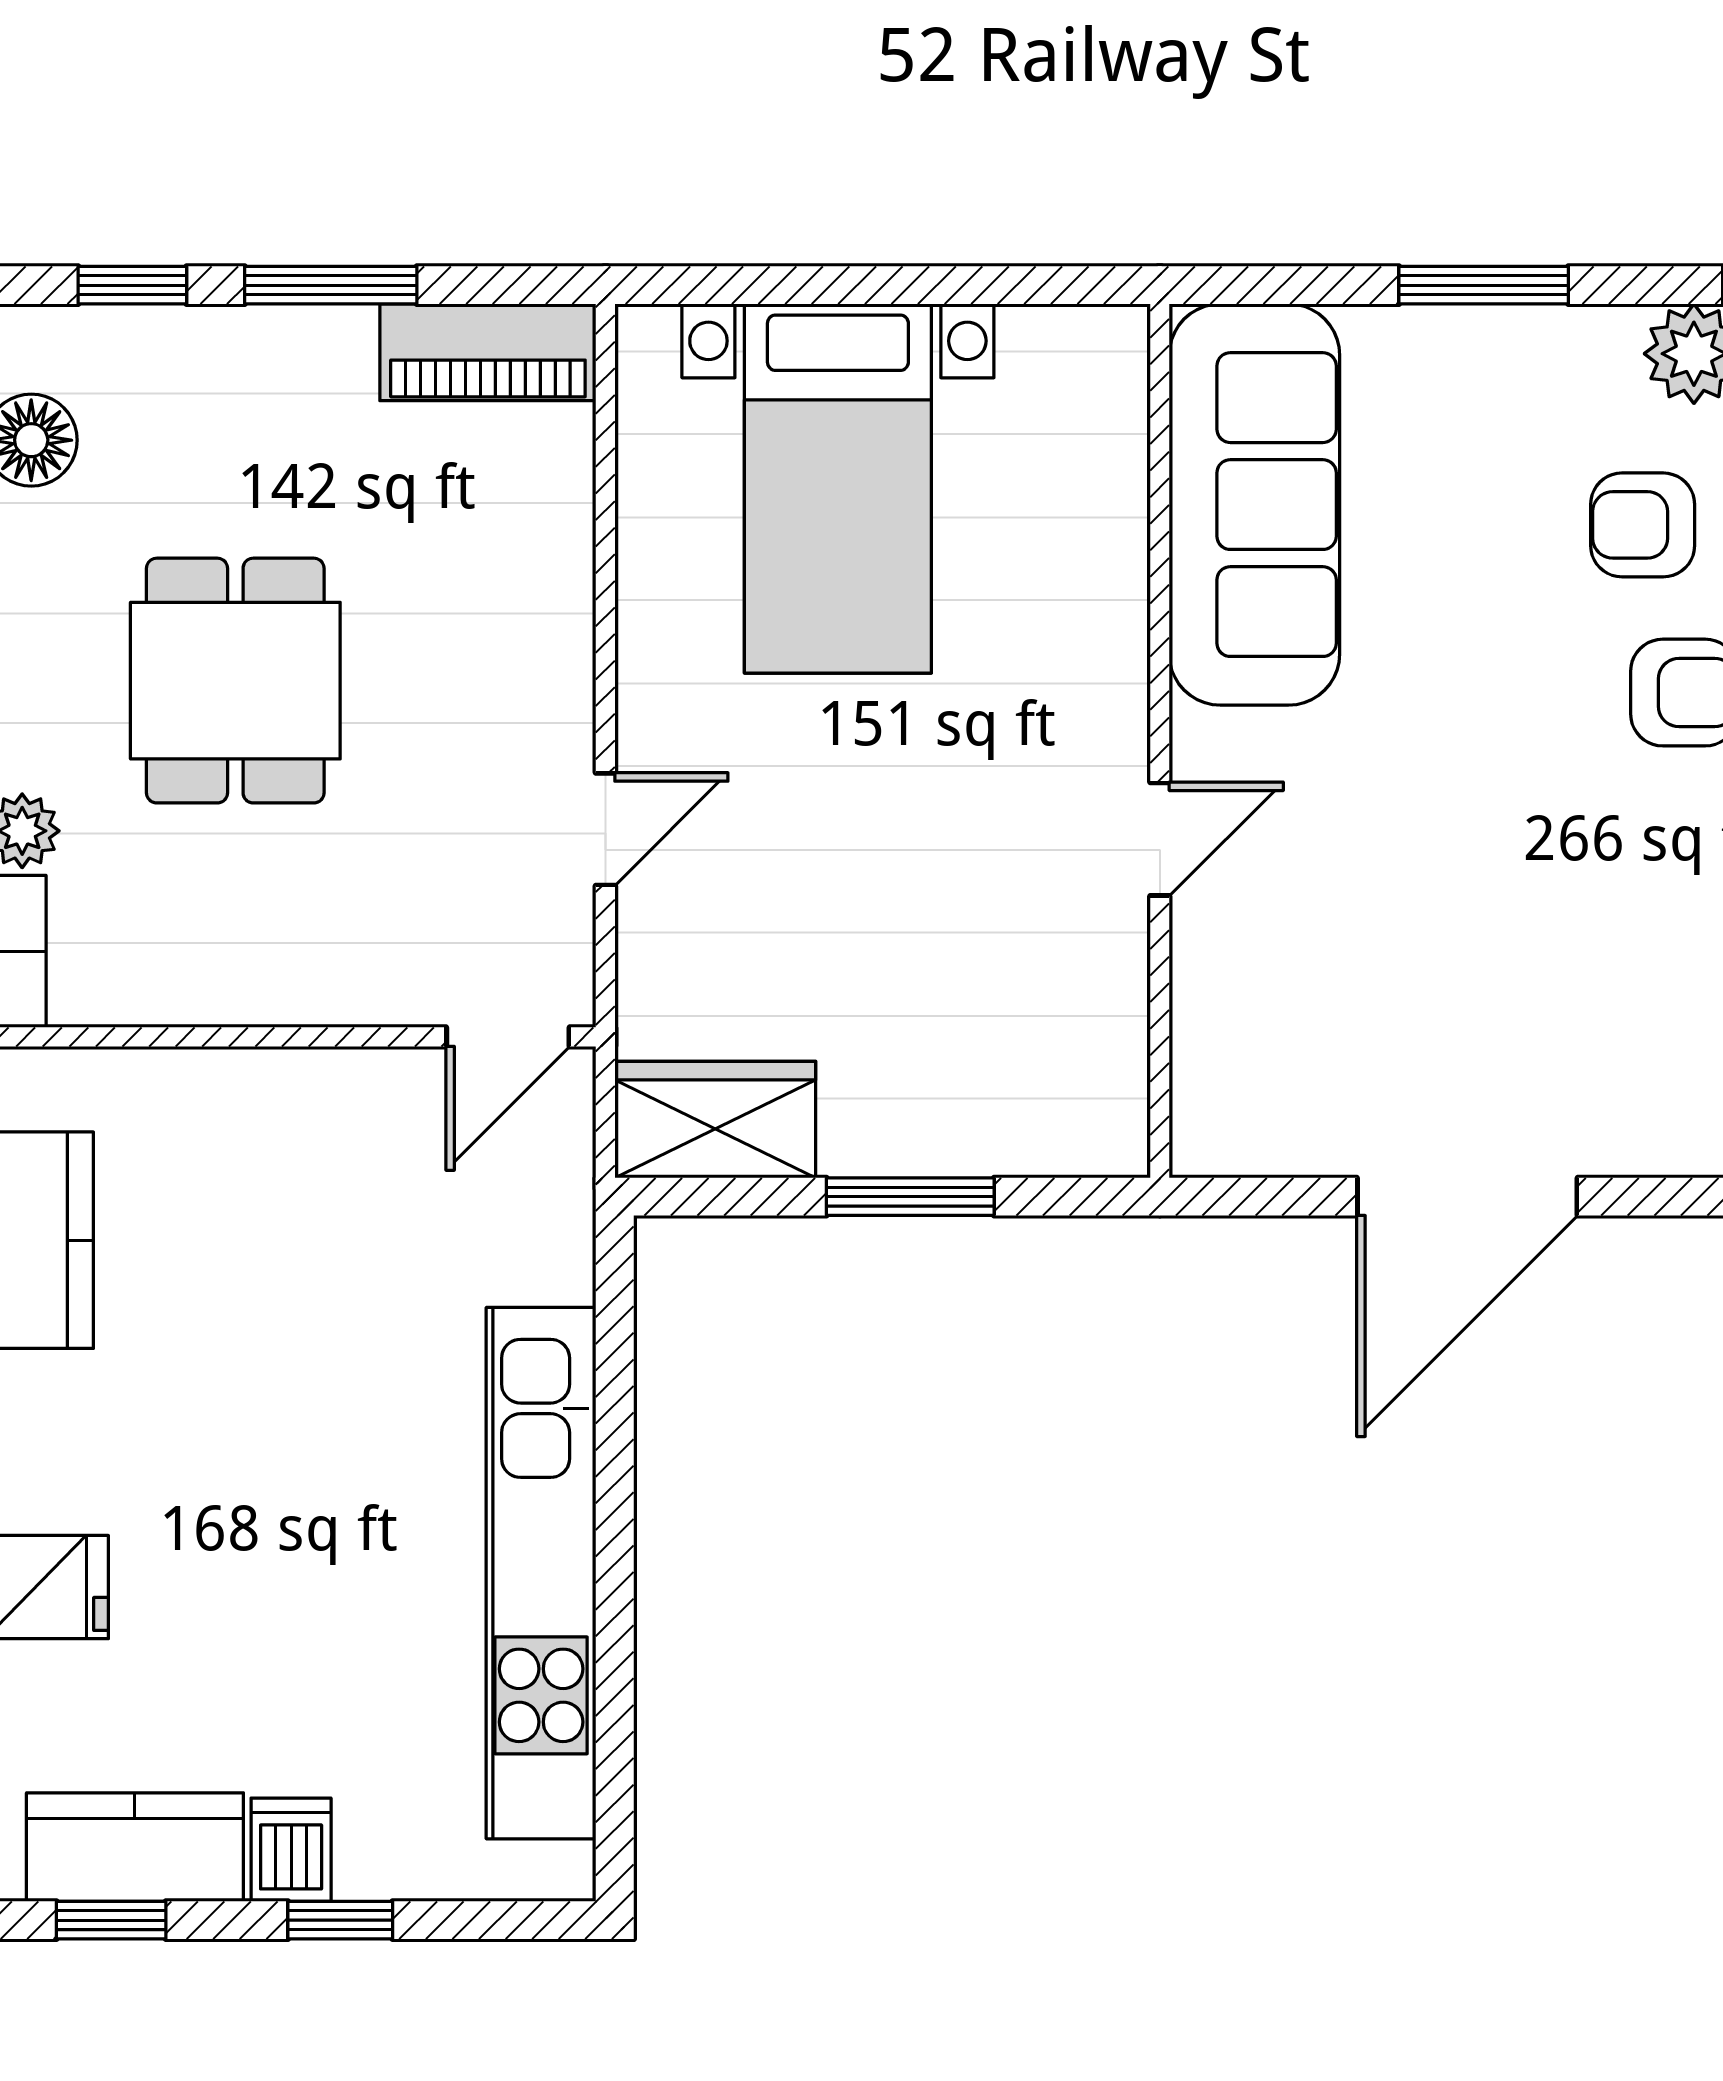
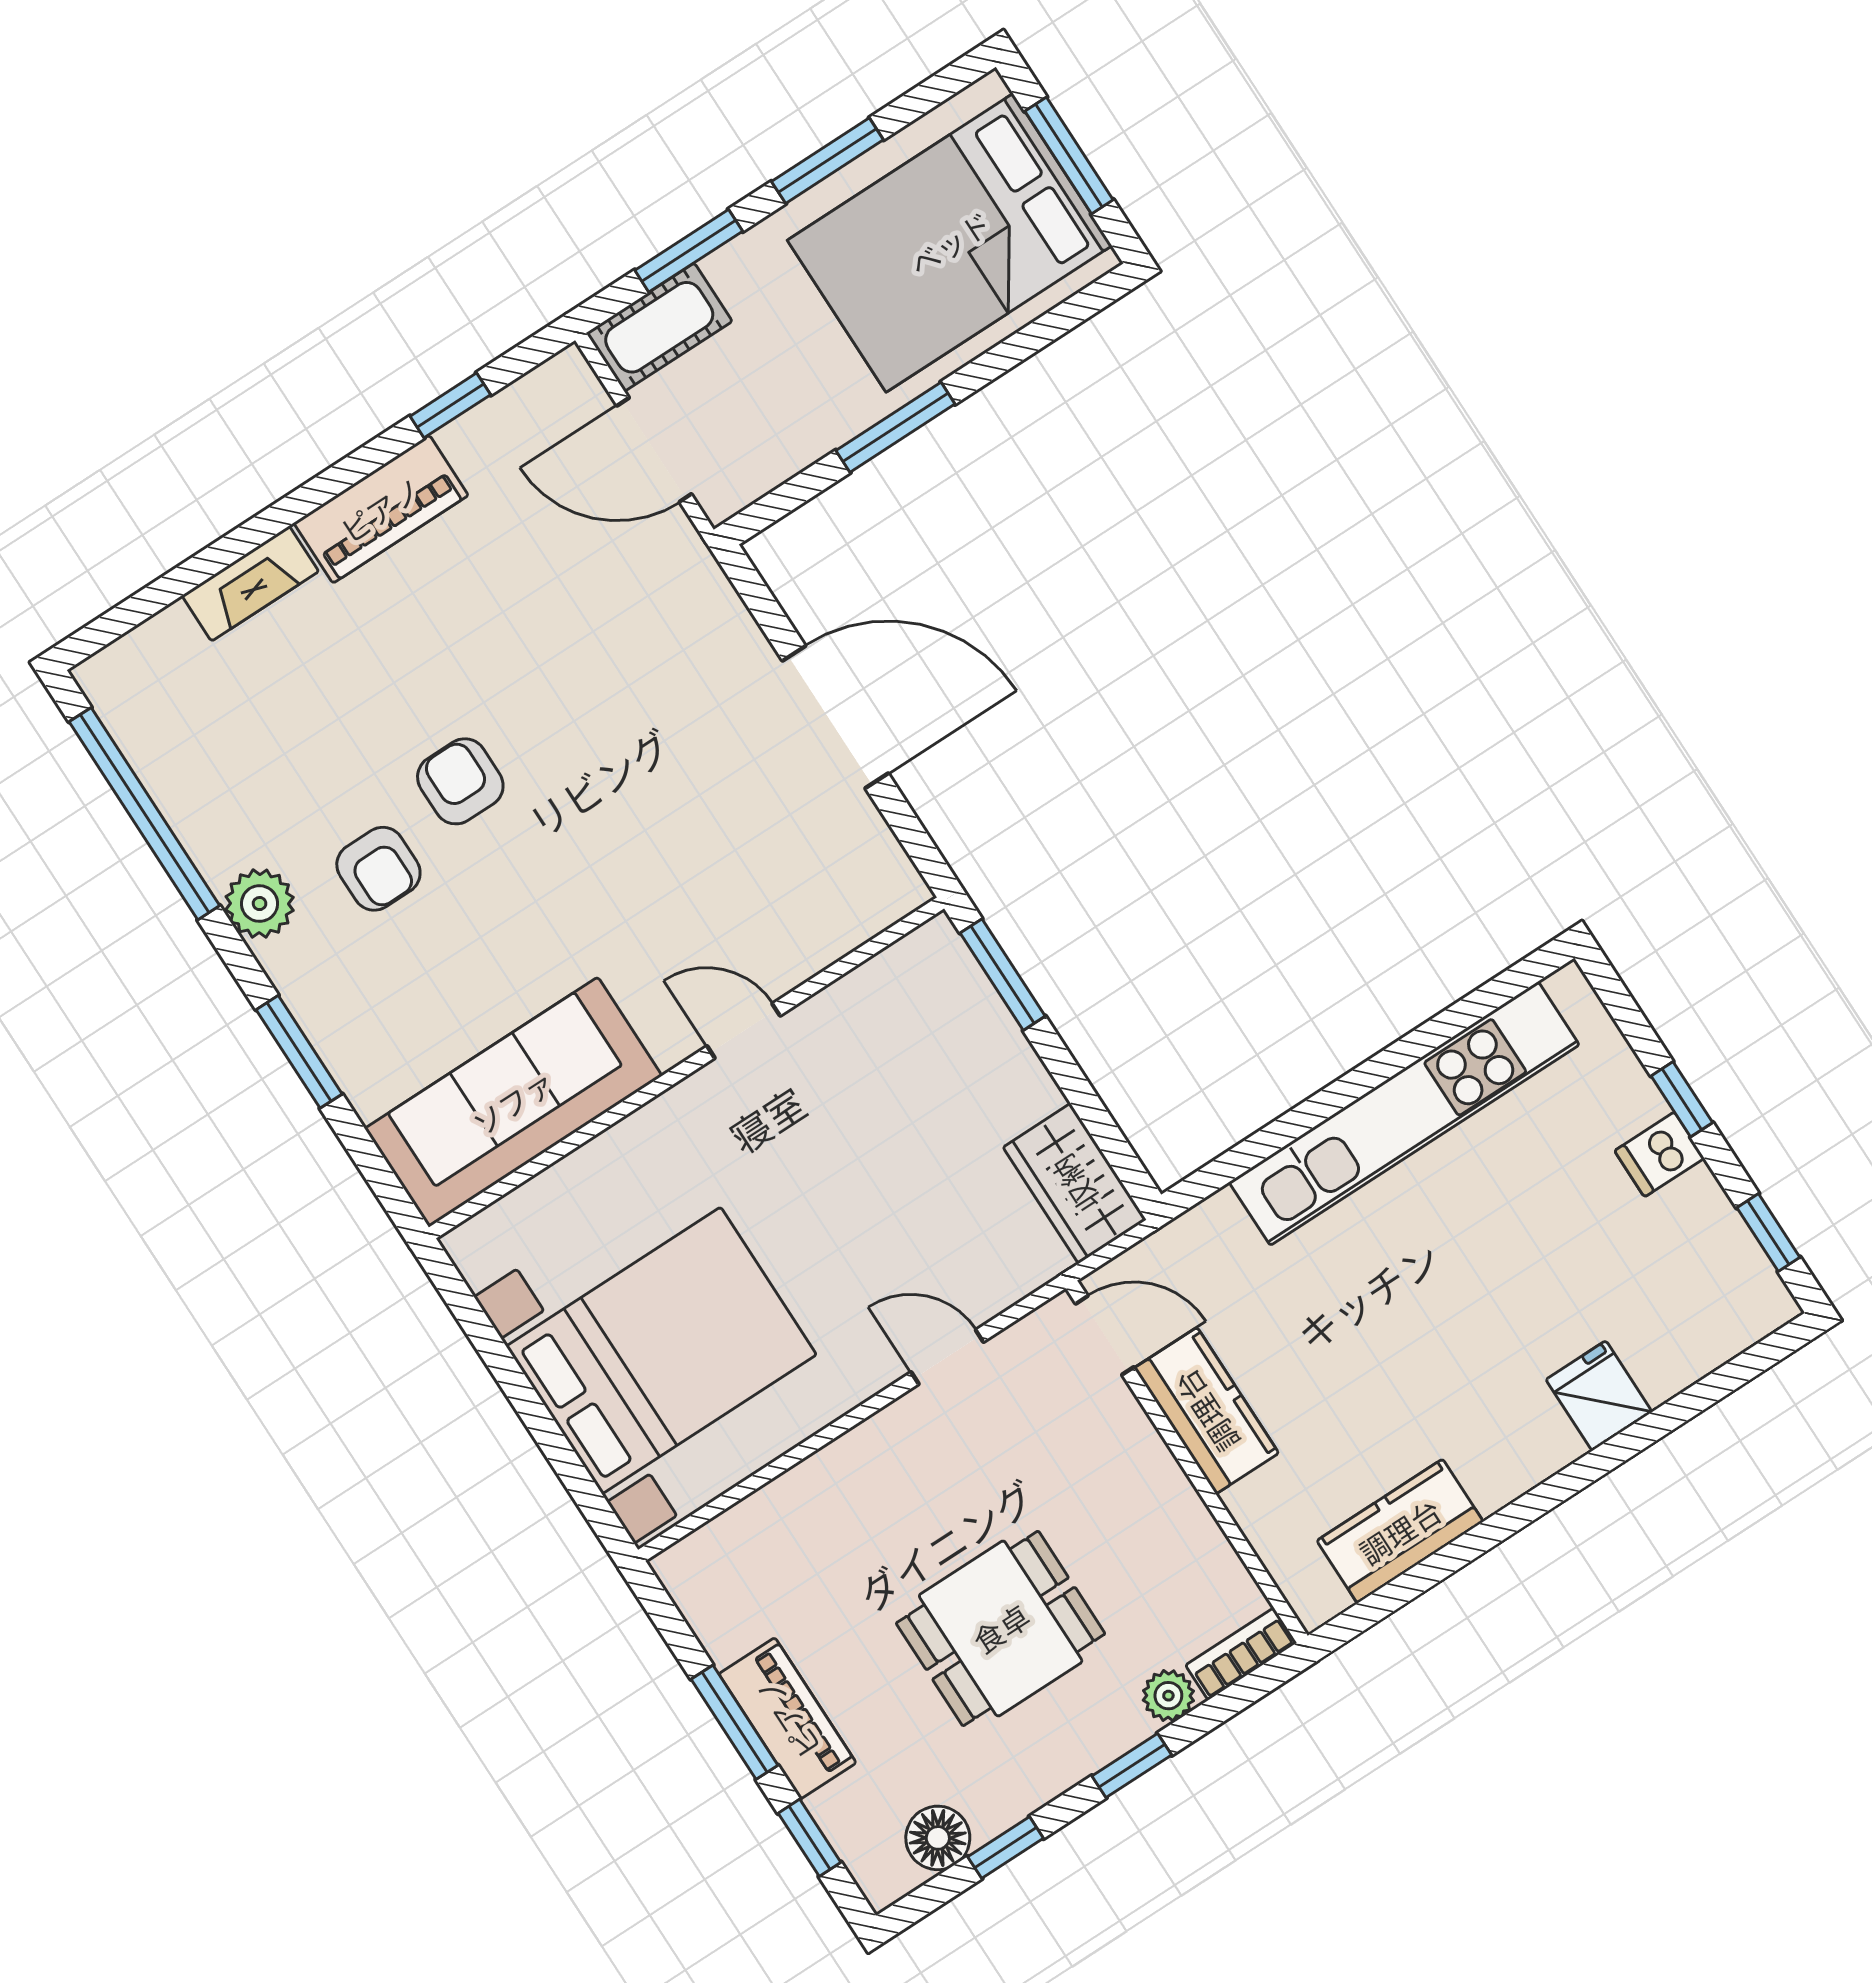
piano: (488, 352) -> (787, 1718), moved
bed with nightstands: (838, 489) -> (661, 1350), width x1.36
window: (910, 1197) -> (1003, 975), moved
kitchen counter: (135, 1847) -> (1206, 1411), moved, turned 180

